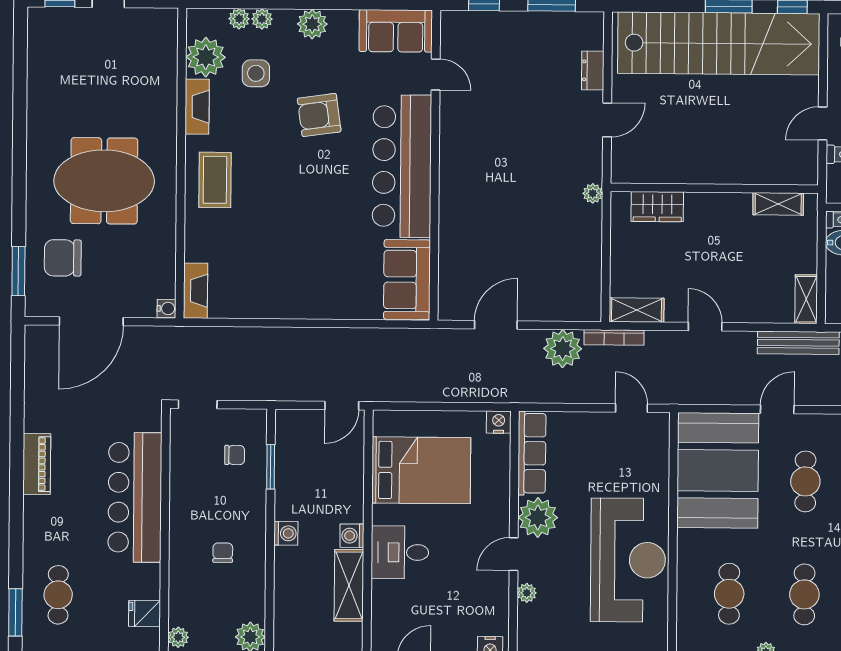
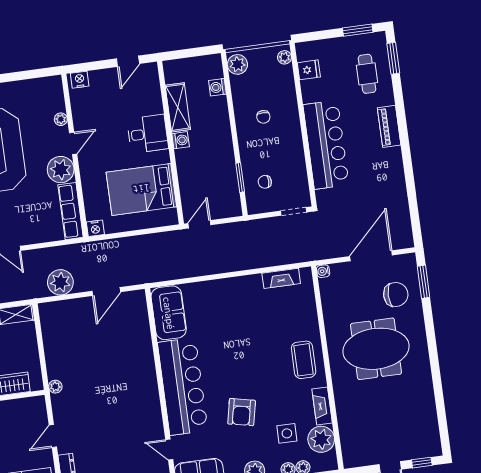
armchair: (319, 115) -> (242, 412), turned 110
fireplace: (196, 291) -> (281, 278), moved, turned -90
bookcase: (614, 337) -> (28, 294), removed
piano: (37, 464) -> (389, 126), moved
washing machine: (286, 533) -> (217, 87), moved

